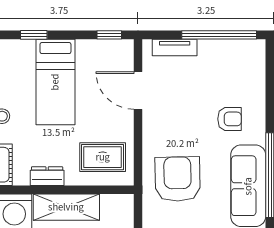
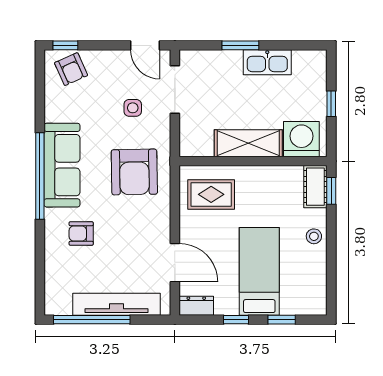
window: (109, 35) -> (236, 320), moved
tv unit: (175, 47) -> (117, 304), width x1.92, depth x1.29
dresser: (47, 176) -> (196, 306), moved, turned 180

